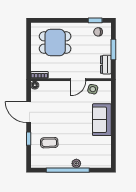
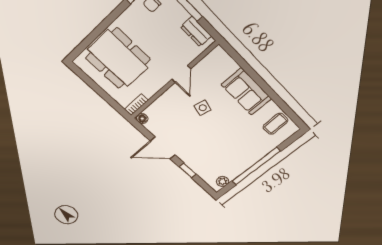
dining table: (55, 42) -> (118, 59), width x1.37
side table: (93, 89) -> (203, 108), moved
coffee table: (49, 143) -> (275, 124), moved
plant: (76, 163) -> (223, 181), moved

